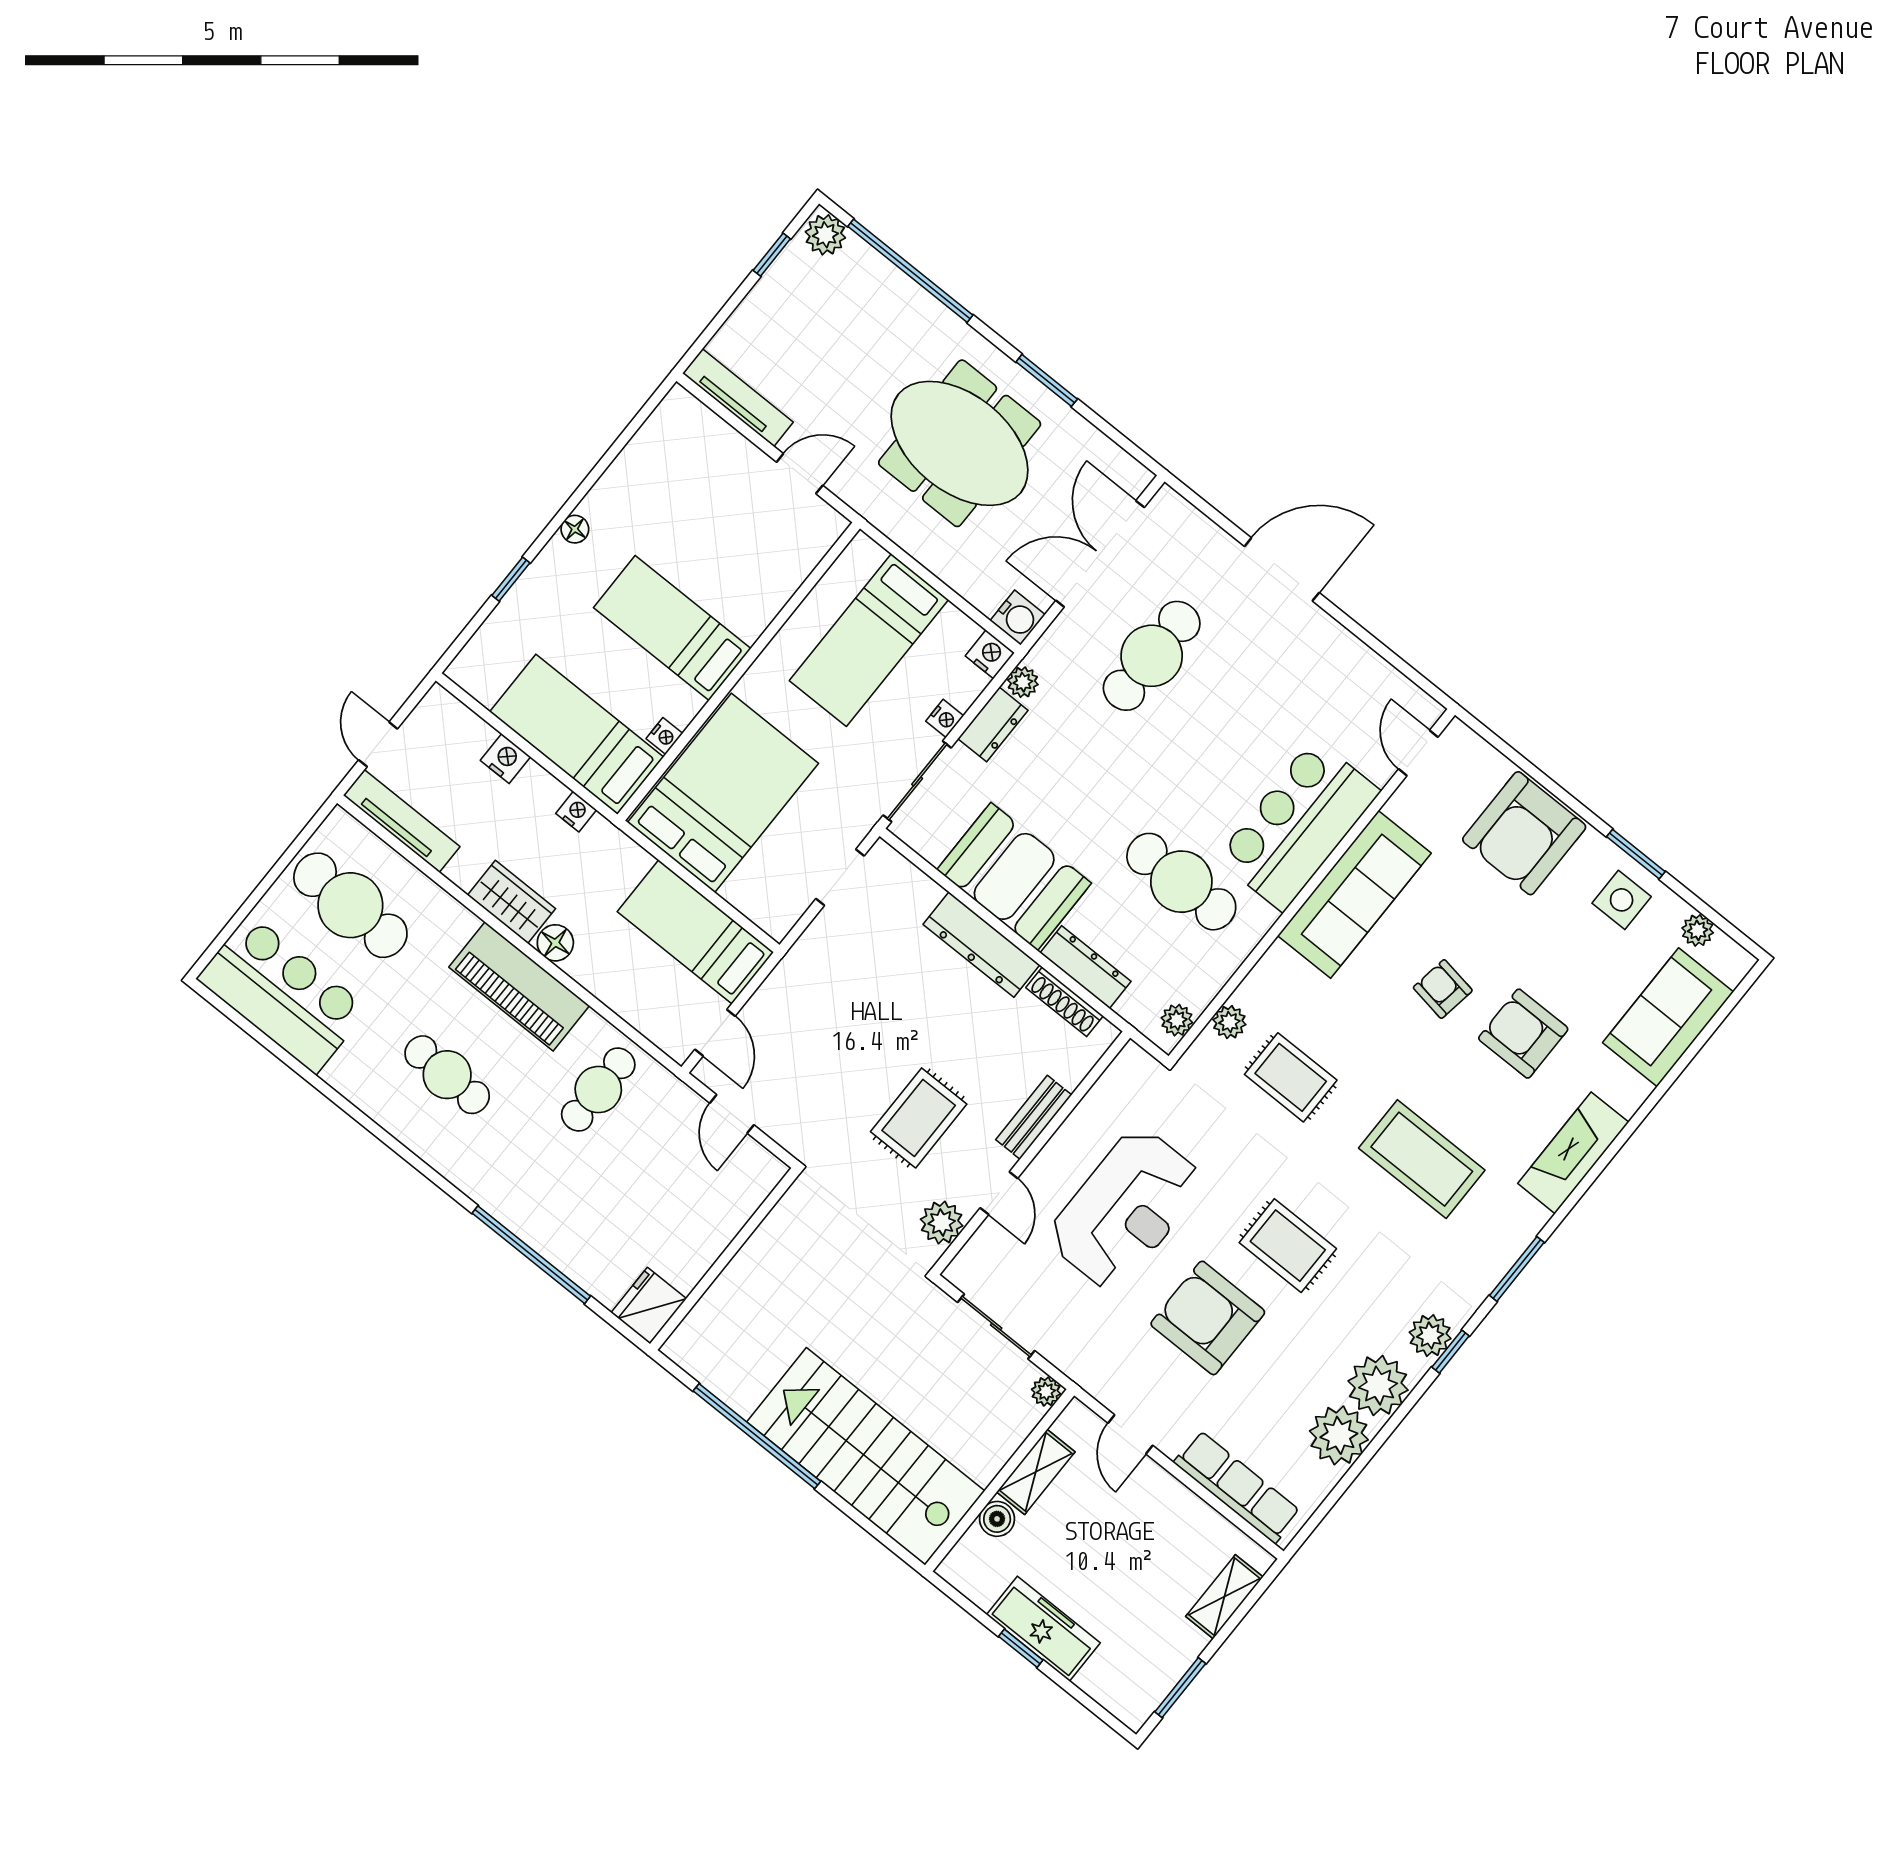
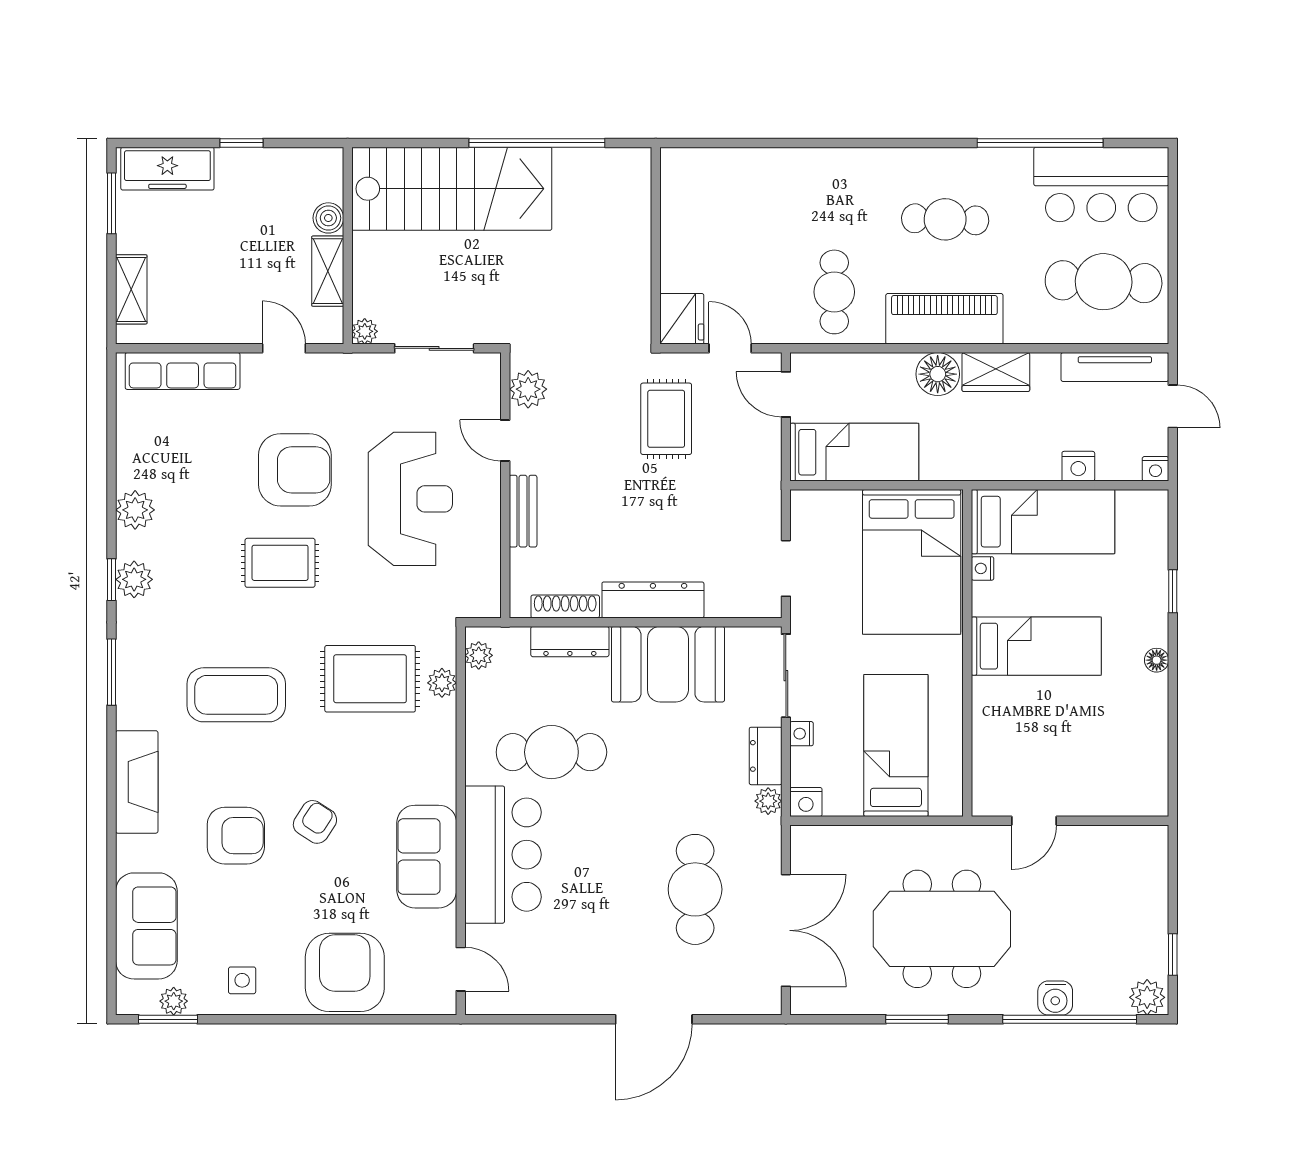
tv unit: (738, 398) -> (1118, 839), removed
water cooler: (1018, 618) -> (1055, 998), moved, turned -90
nightstand: (576, 812) -> (1155, 469), moved
window: (1636, 854) -> (168, 1019), moved
sofa: (1354, 894) -> (427, 857), width x0.73
side table: (1622, 900) -> (242, 980), width x0.73, depth x0.73
floor lamp: (555, 943) -> (938, 374), width x1.38, depth x1.38
armchair: (1443, 989) -> (315, 822), turned -66
rug: (1291, 1077) -> (370, 679), width x1.36, depth x1.43
rug: (919, 1118) -> (666, 419), moved
reception desk: (1125, 1209) -> (410, 499), turned 180
window: (531, 1255) -> (1040, 143), moved
fridge: (649, 1306) -> (682, 319), moved
plant: (1378, 1385) -> (135, 510), width x0.73, depth x0.73
plant: (1339, 1435) -> (142, 462), removed
freezer: (1043, 1629) -> (167, 169), moved

